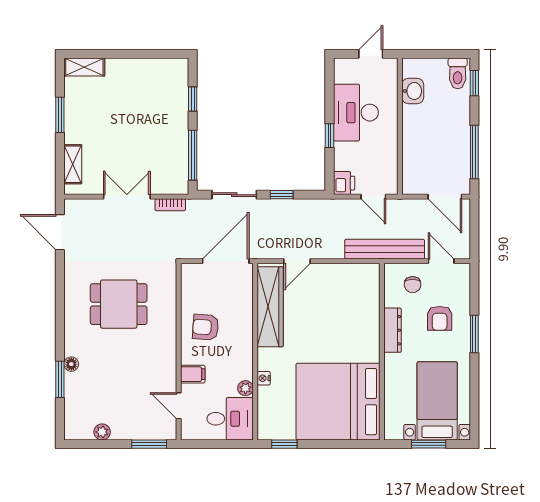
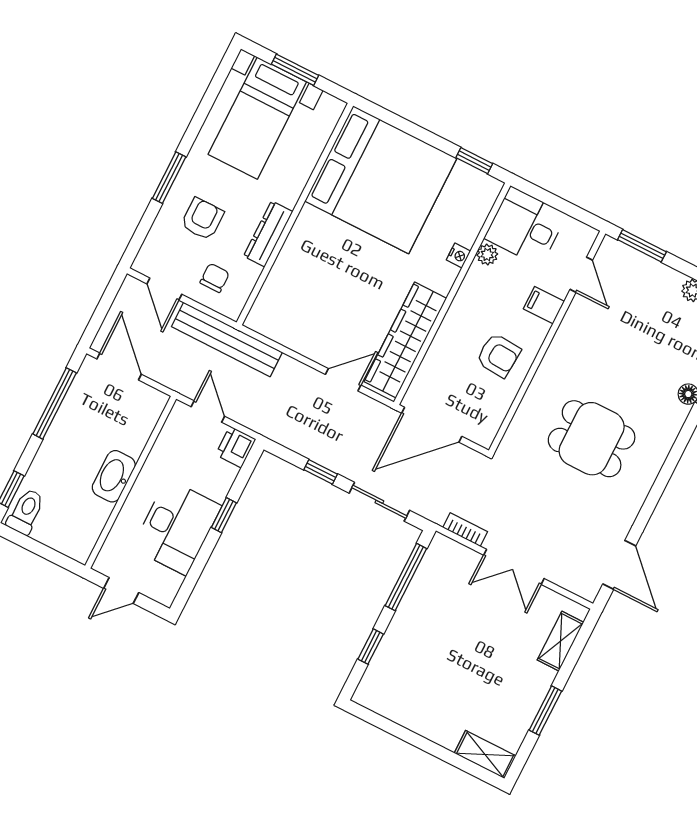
washbasin: (413, 91) -> (114, 476), moved, width x1.38

